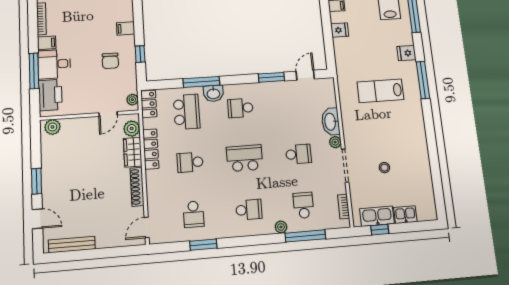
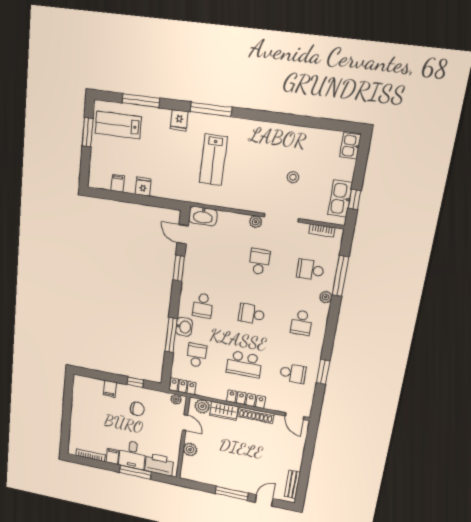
school desk: (187, 112) -> (197, 355), width x0.54
washbasin: (331, 122) -> (203, 216), moved
plant: (53, 127) -> (190, 449), moved
locker: (151, 149) -> (246, 399), moved
school desk: (245, 158) -> (252, 314), width x0.54
school desk: (190, 162) -> (244, 364), width x1.85
window: (37, 181) -> (232, 493), width x1.44
school desk: (249, 210) -> (301, 323), turned 180
kitchen sink: (405, 215) -> (350, 146), moved
bench: (72, 245) -> (292, 484), width x0.73

